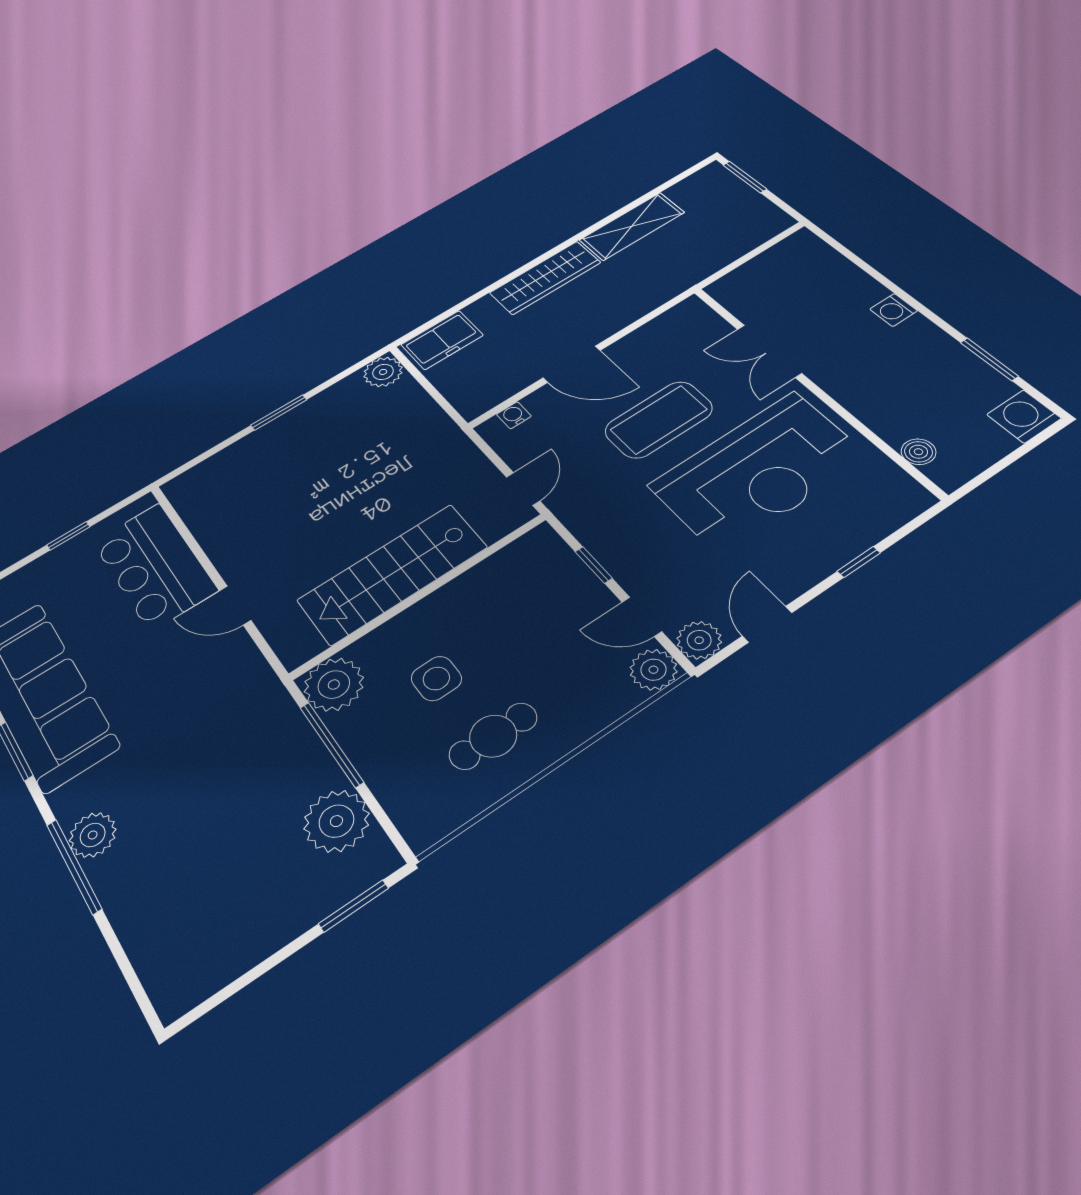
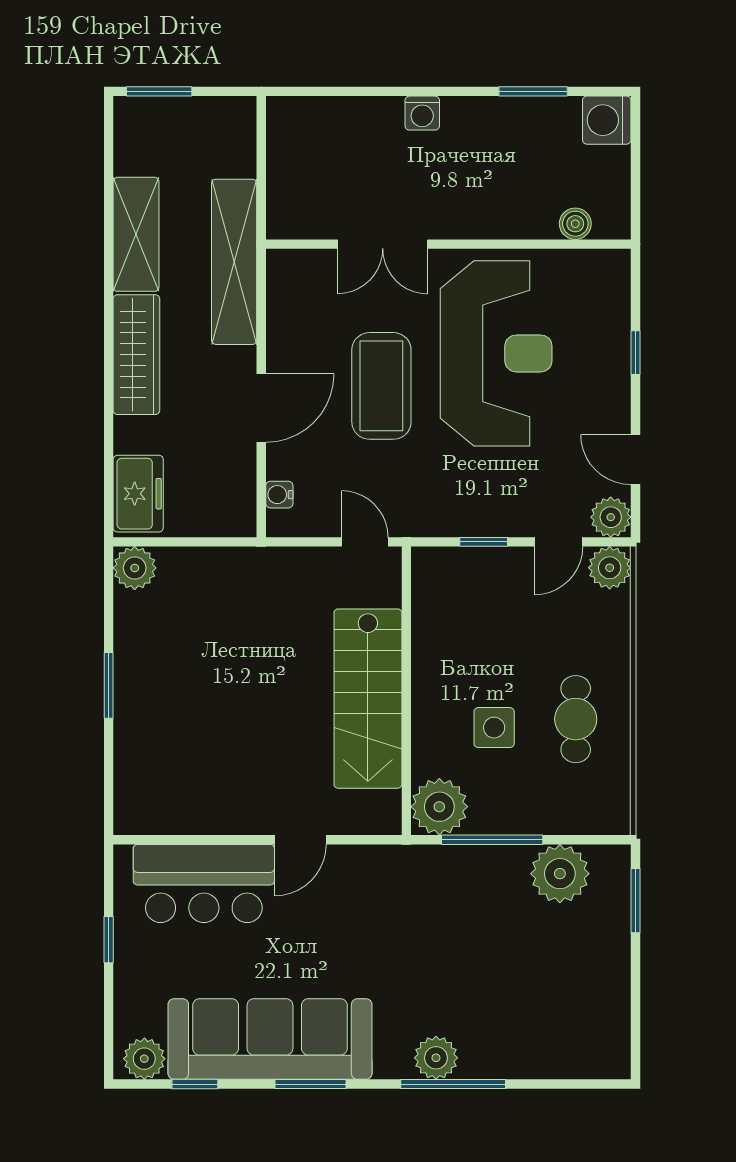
shelving: (666, 284) -> (234, 262), added

